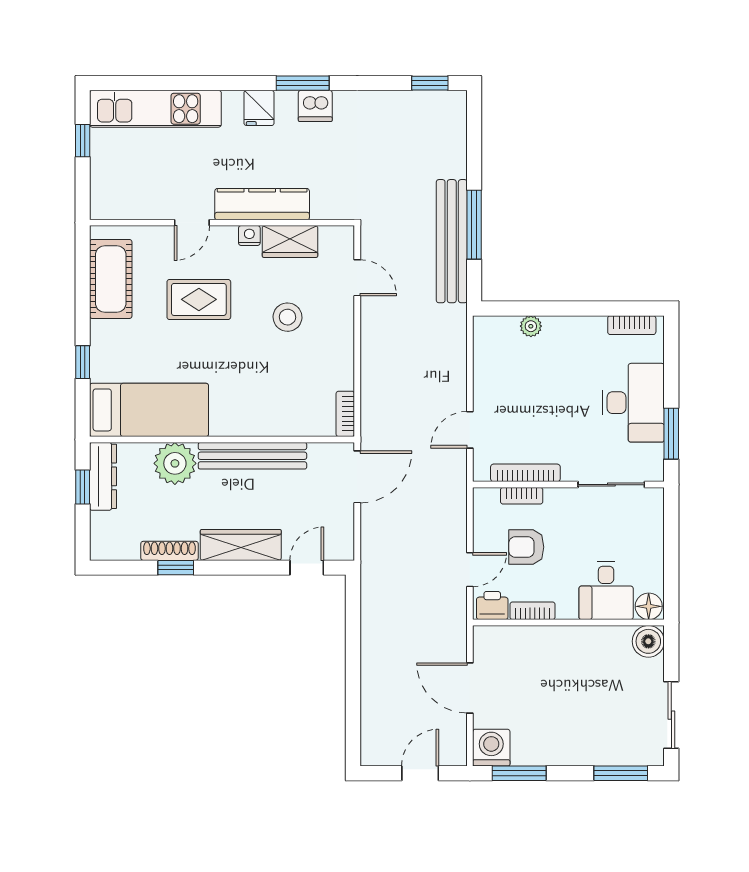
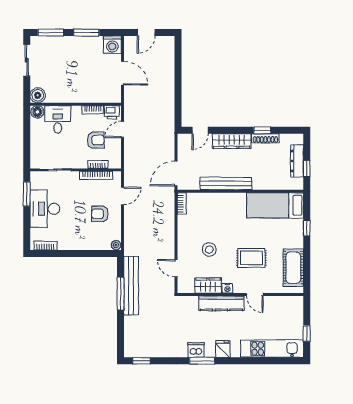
door: (192, 223) -> (255, 294), swing flipped
plant: (531, 326) -> (116, 245), moved
armchair: (518, 392) -> (100, 214), added
plant: (175, 463) -> (263, 180), removed
dresser: (103, 476) -> (297, 161), moved
window: (519, 773) -> (86, 33), moved

